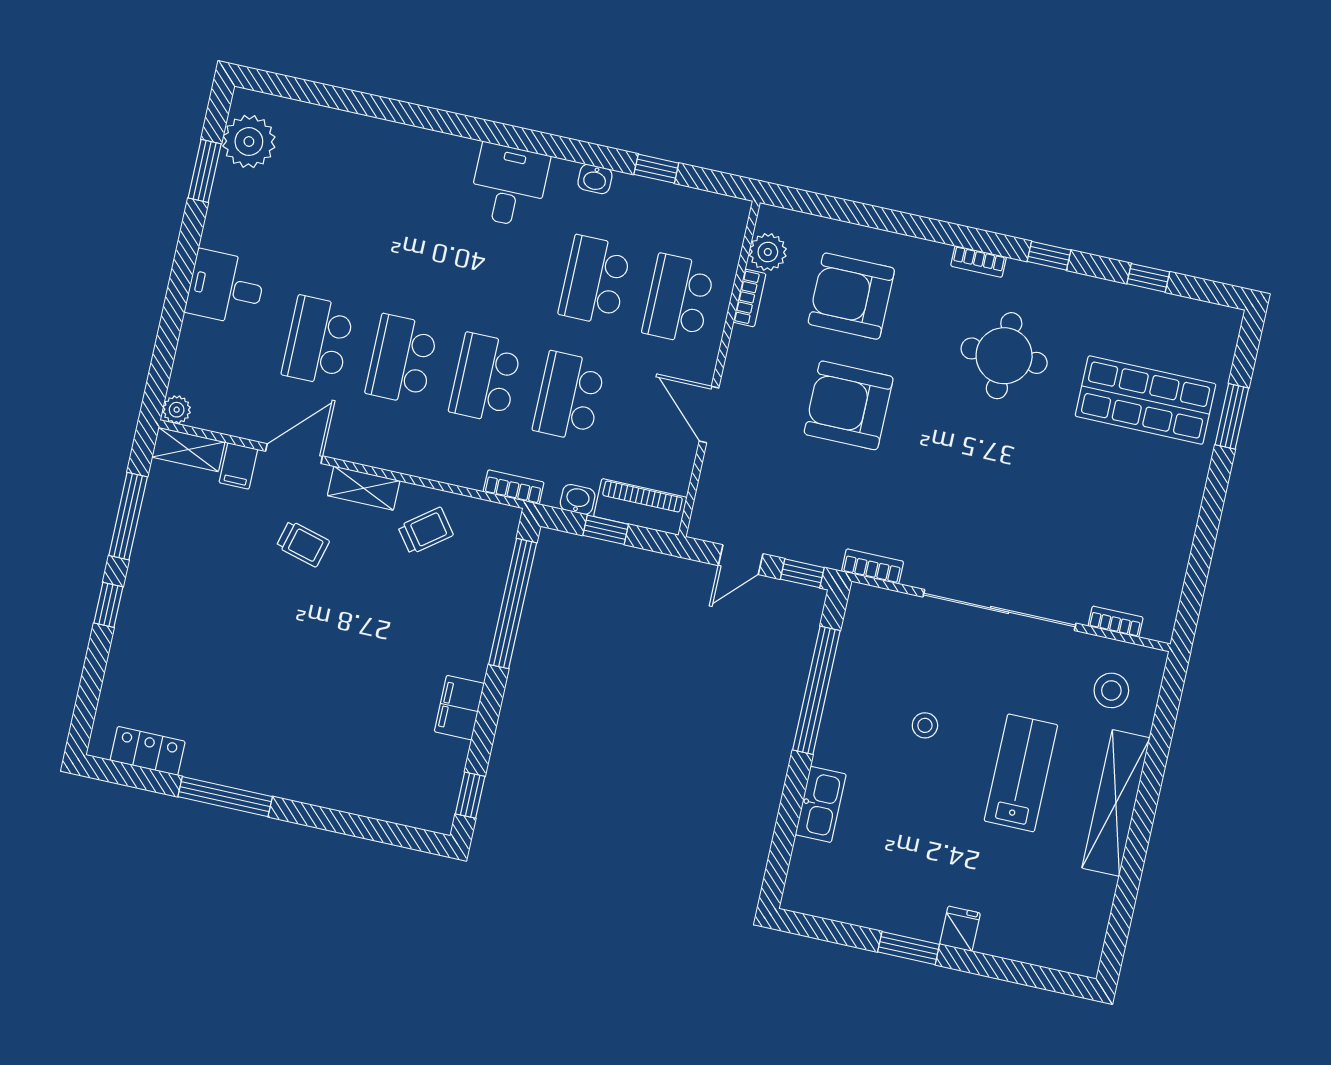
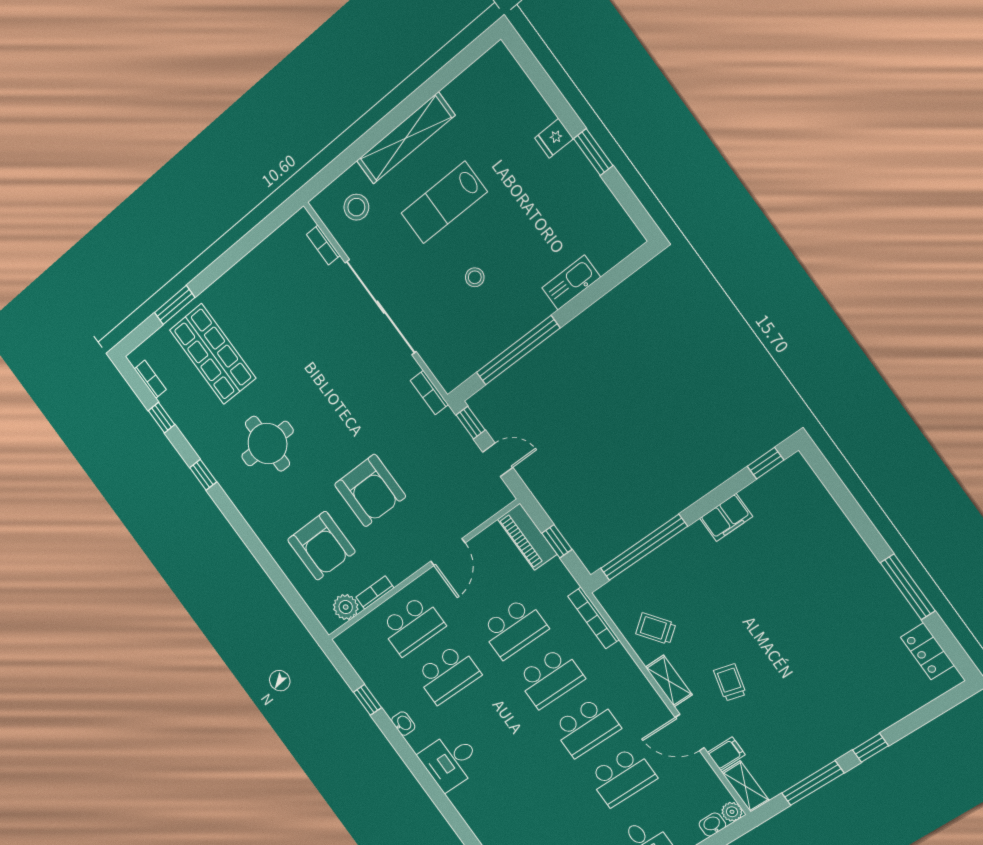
bookcase: (979, 261) -> (150, 379), moved
bookcase: (514, 487) -> (593, 618), width x1.56
washbasin: (578, 499) -> (712, 825), moved, turned 90

